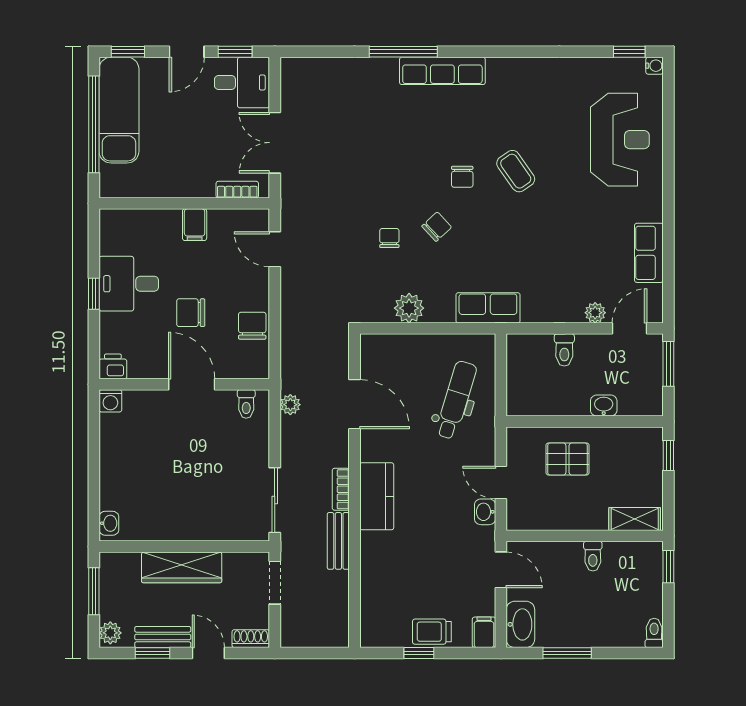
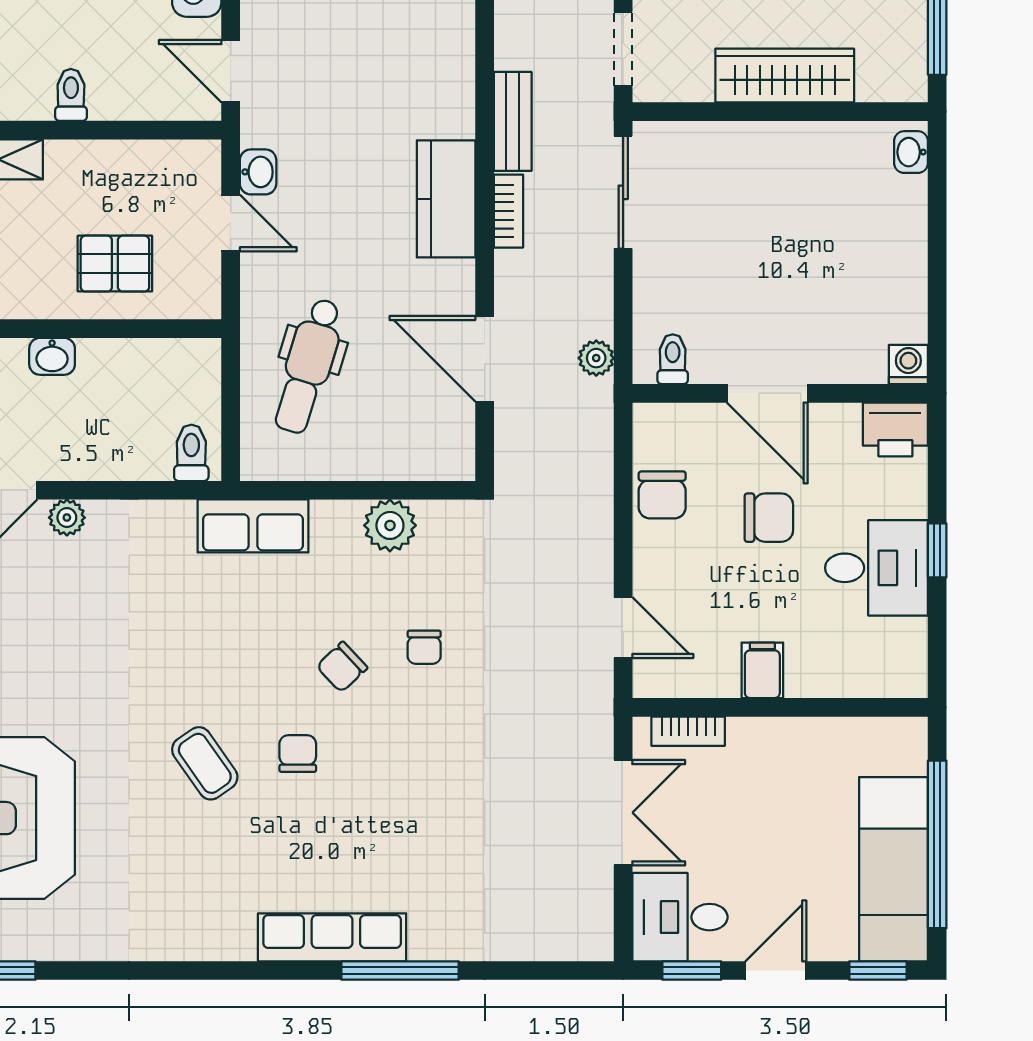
toilet: (564, 350) -> (191, 453), moved
printer: (113, 366) -> (895, 429), width x1.36, depth x1.24

